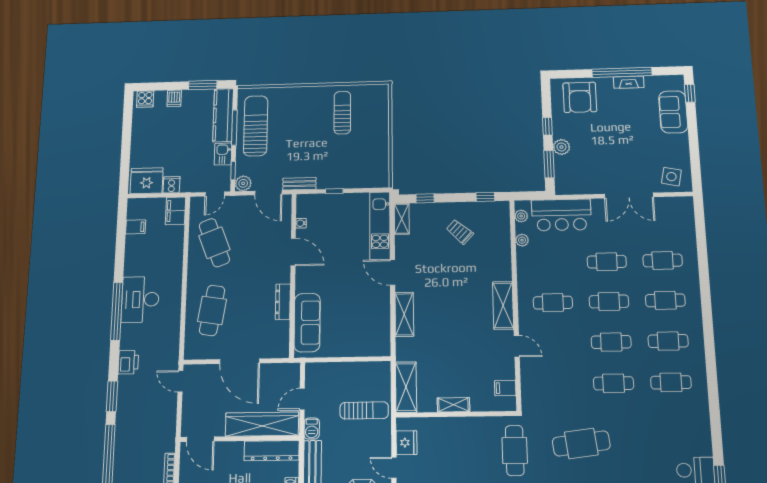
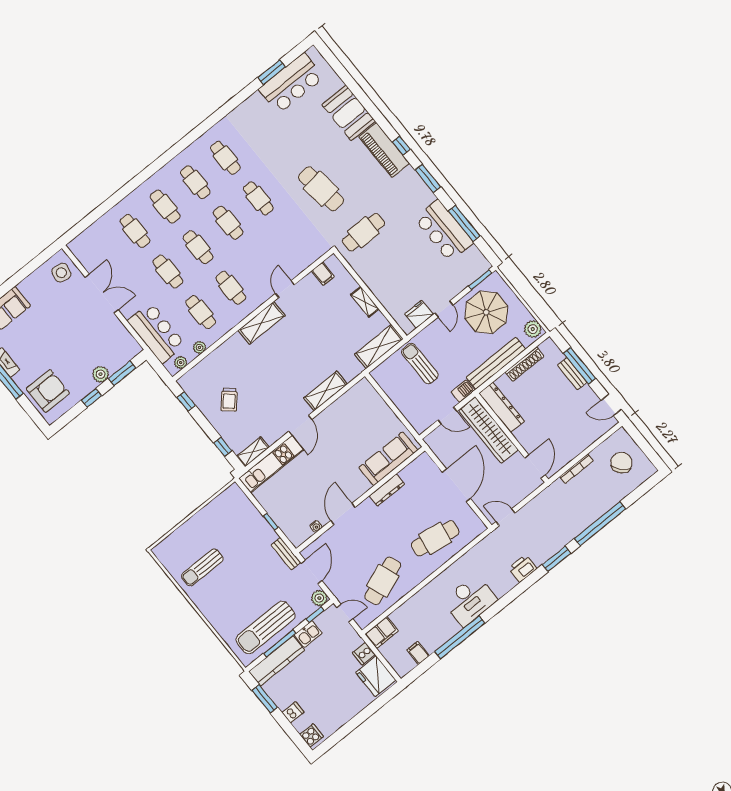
cafe table: (551, 263) -> (201, 312), added
window: (117, 311) -> (460, 637), moved
door: (180, 381) -> (506, 517), swing flipped

